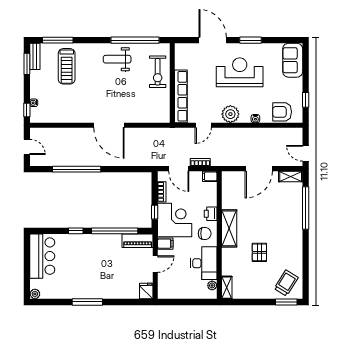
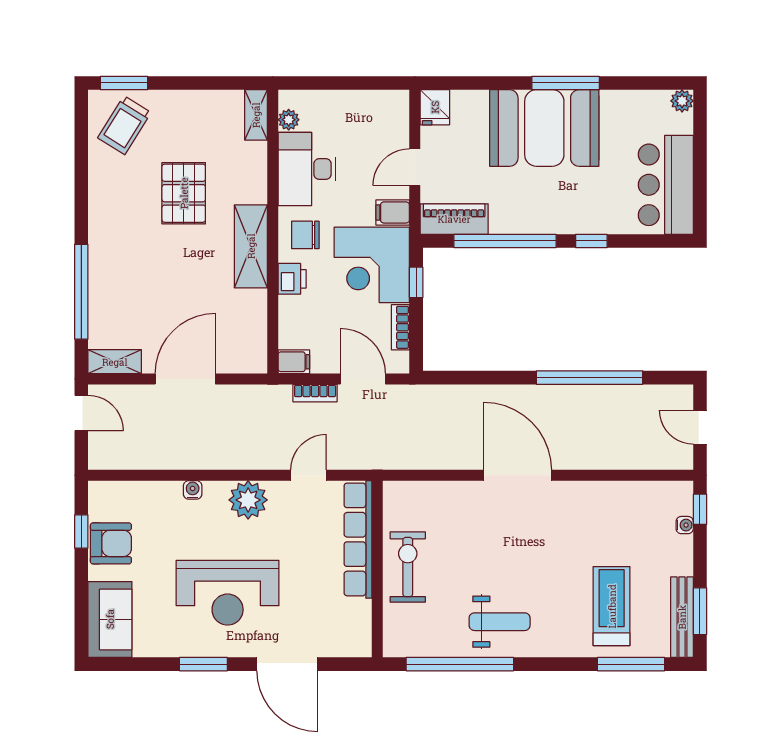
bench: (35, 56) -> (682, 617), width x1.36
exercise bike: (158, 72) -> (408, 567), moved
armchair: (282, 112) -> (111, 543), moved
pallet: (259, 252) -> (184, 193), width x1.50, depth x1.42
booth: (97, 282) -> (544, 128), added

